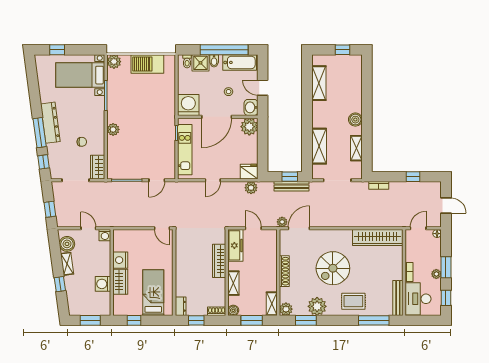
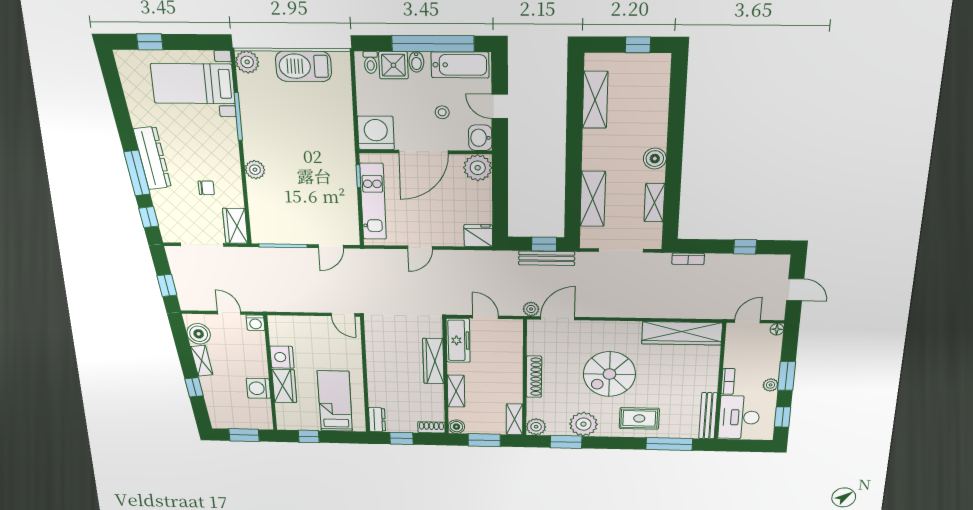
plant: (251, 188) -> (482, 259), removed

